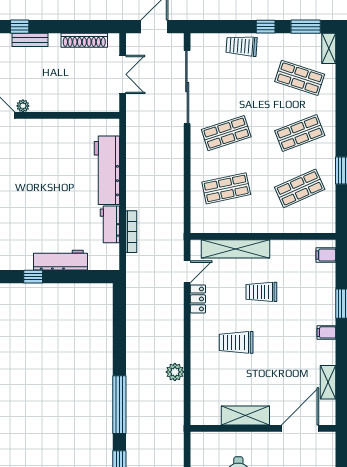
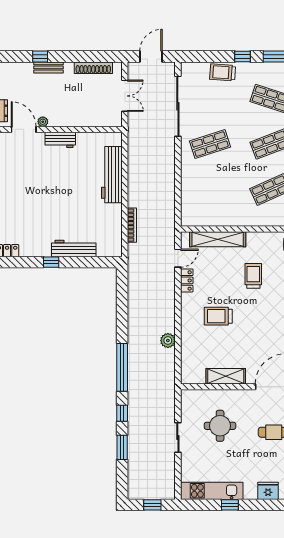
shop shelf: (226, 188) -> (210, 189), removed
workbench: (110, 224) -> (60, 140), moved, turned -90
trolley: (261, 292) -> (253, 276), moved, turned 90

